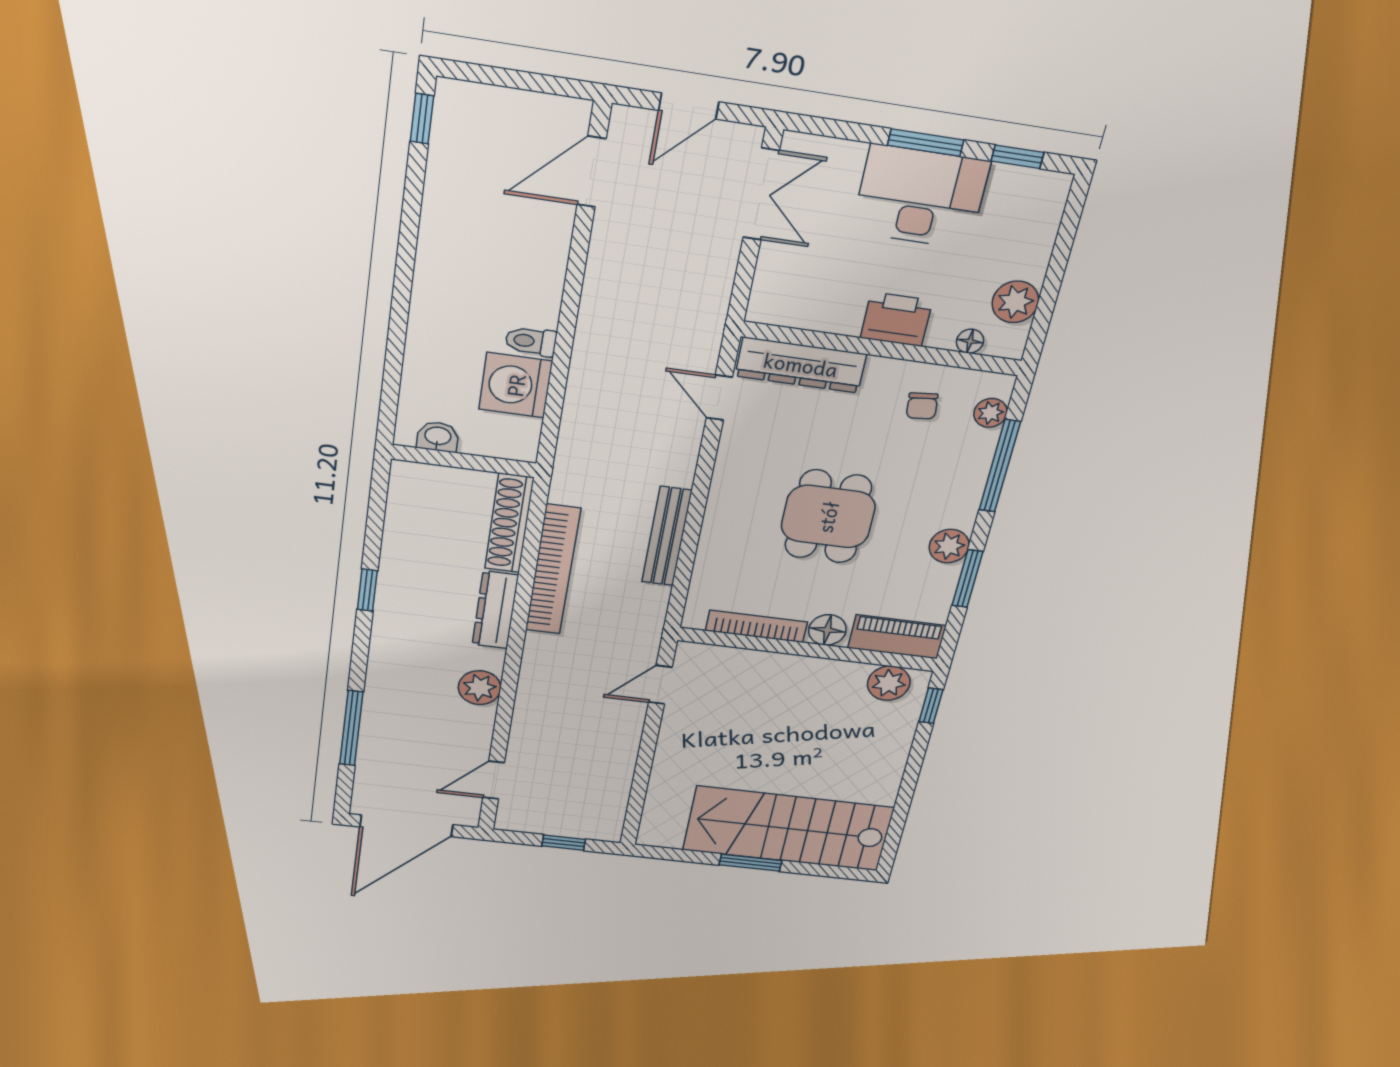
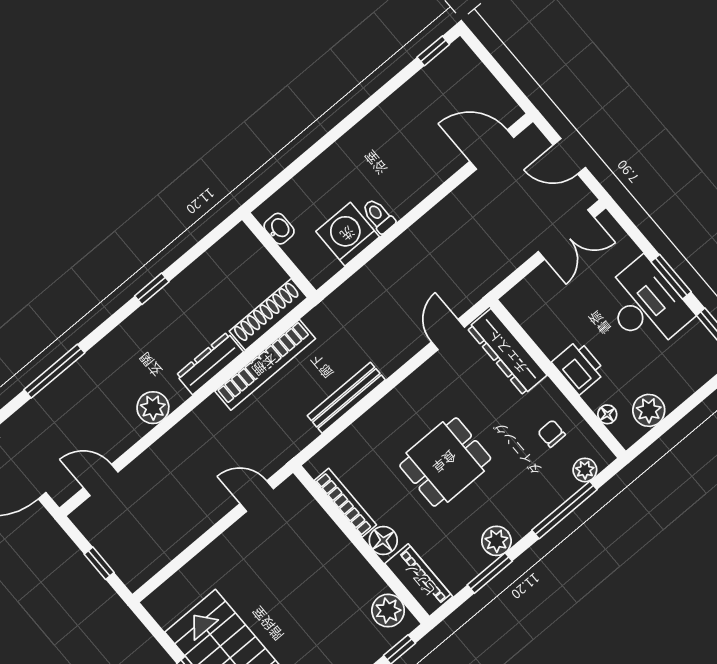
chair: (922, 406) -> (552, 434), turned 96

